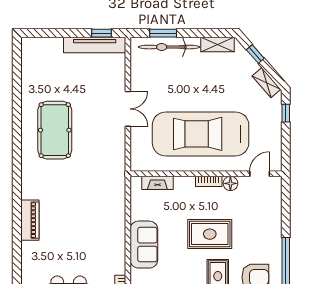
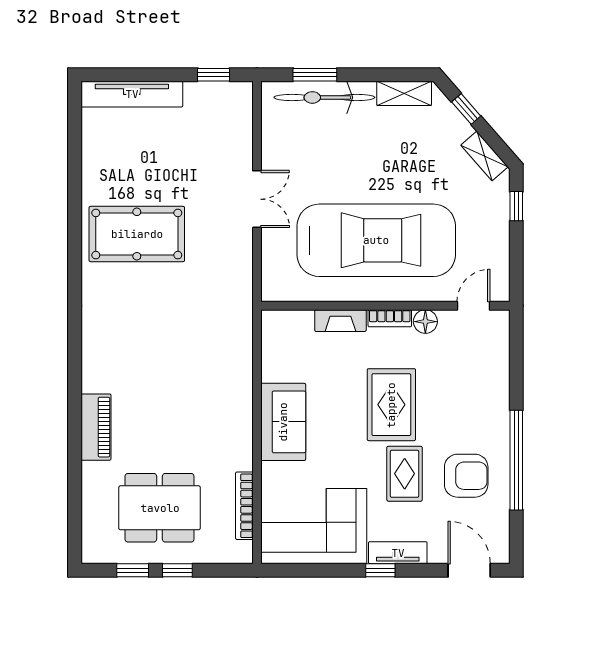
tv unit: (95, 45) -> (132, 94), moved
pool table: (55, 130) -> (137, 234), turned 90
car: (201, 134) -> (376, 240), turned 180
fireplace: (157, 183) -> (340, 321), moved
piano: (30, 220) -> (96, 427), moved
rug: (210, 234) -> (391, 405), turned 90

